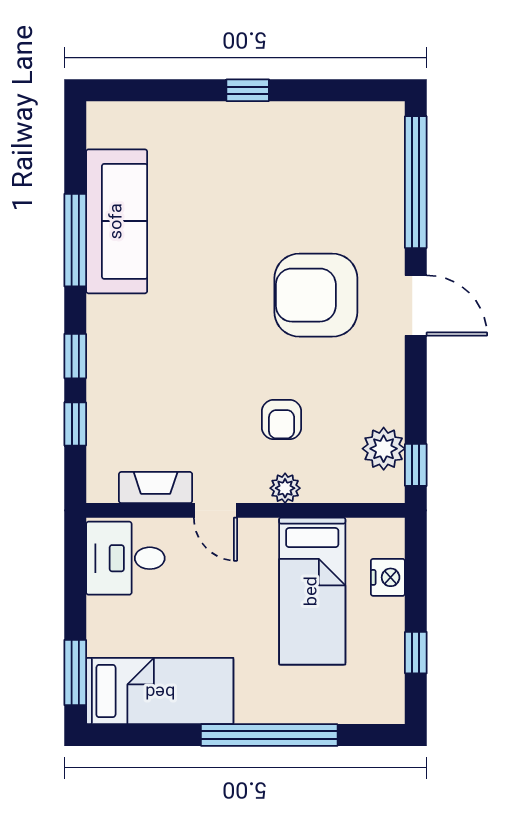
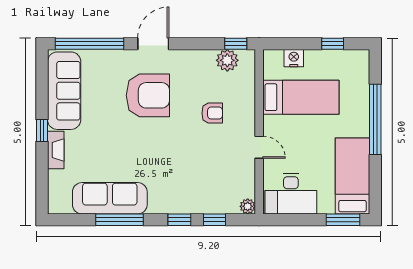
sofa: (325, 133) -> (64, 91), added
armchair: (316, 295) -> (148, 95), turned -90
fireplace: (156, 488) -> (56, 150), moved, turned 180
plant: (285, 488) -> (248, 206), moved
door: (215, 510) -> (259, 147), hinge flipped
desk: (125, 558) -> (291, 194), width x1.37

